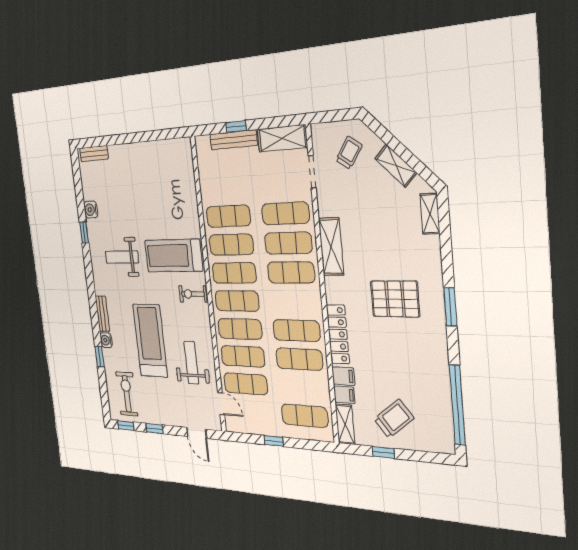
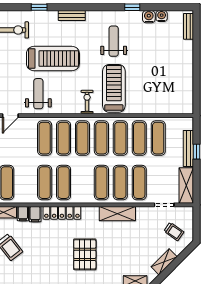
water cooler: (106, 340) -> (162, 16), moved
weight bench: (191, 363) -> (38, 94), turned -90
exercise mat: (245, 384) -> (158, 138), moved

